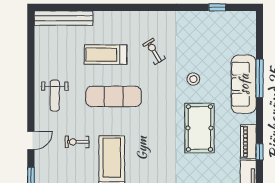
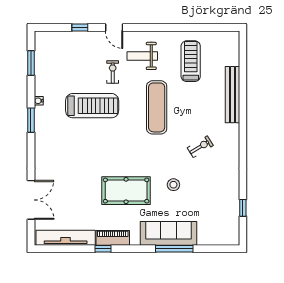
bench: (64, 18) -> (232, 95), moved
treadmill: (106, 55) -> (191, 61), moved
weight bench: (55, 96) -> (142, 56), moved

